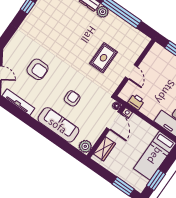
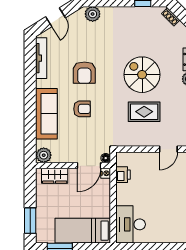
spiral stairs: (77, 42) -> (142, 75), added
plant: (13, 46) -> (93, 14), added
armchair: (38, 69) -> (84, 73), moved
door: (131, 72) -> (168, 149), moved

